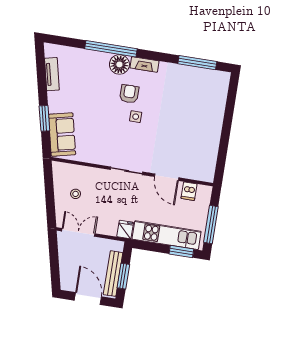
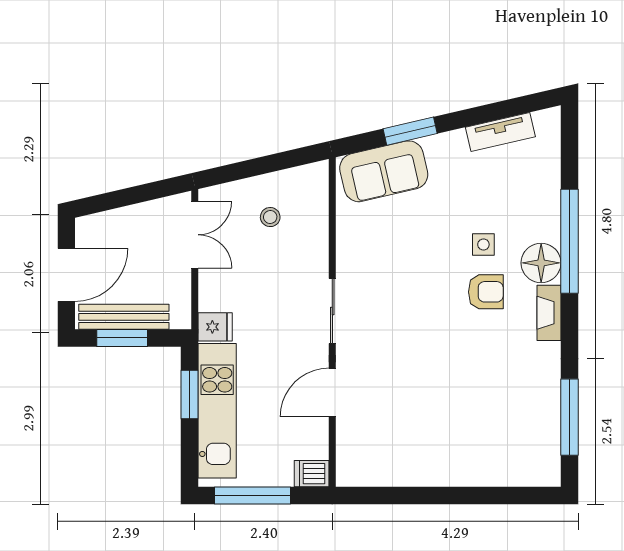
side table: (136, 117) -> (483, 244), moved
dishwasher: (189, 191) -> (312, 474), moved
window: (181, 251) -> (190, 394), moved

